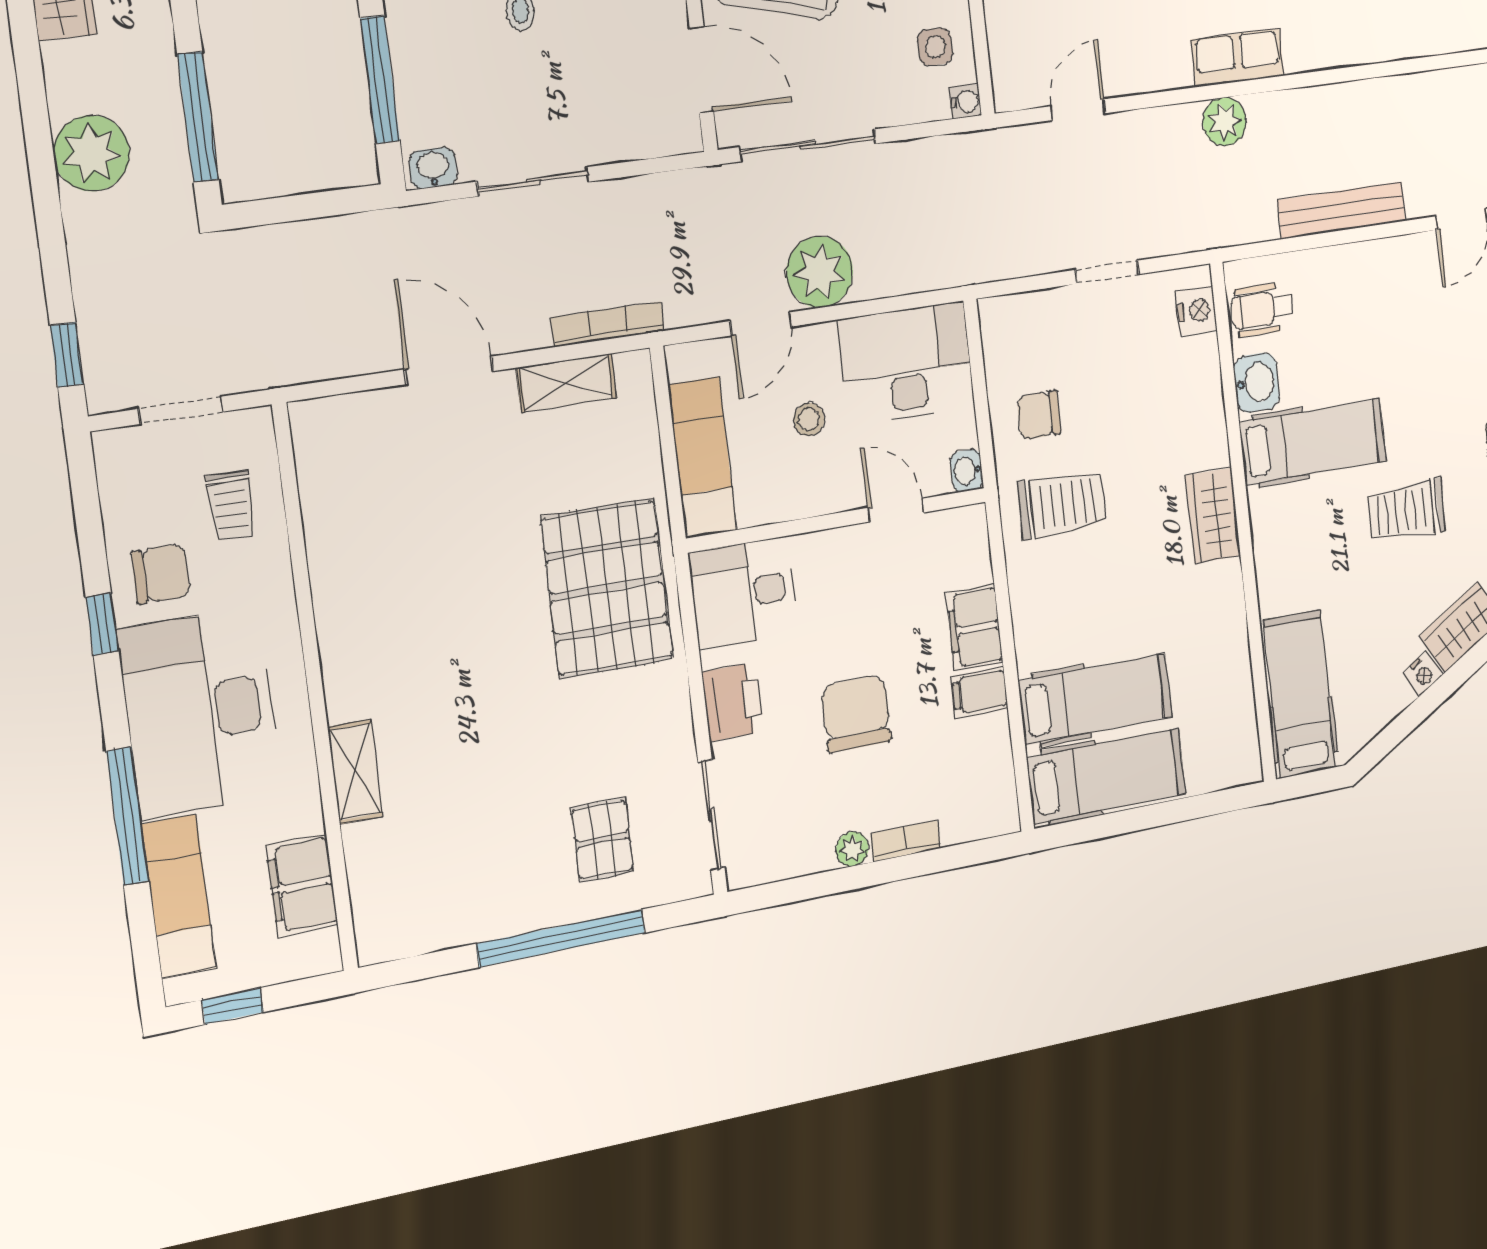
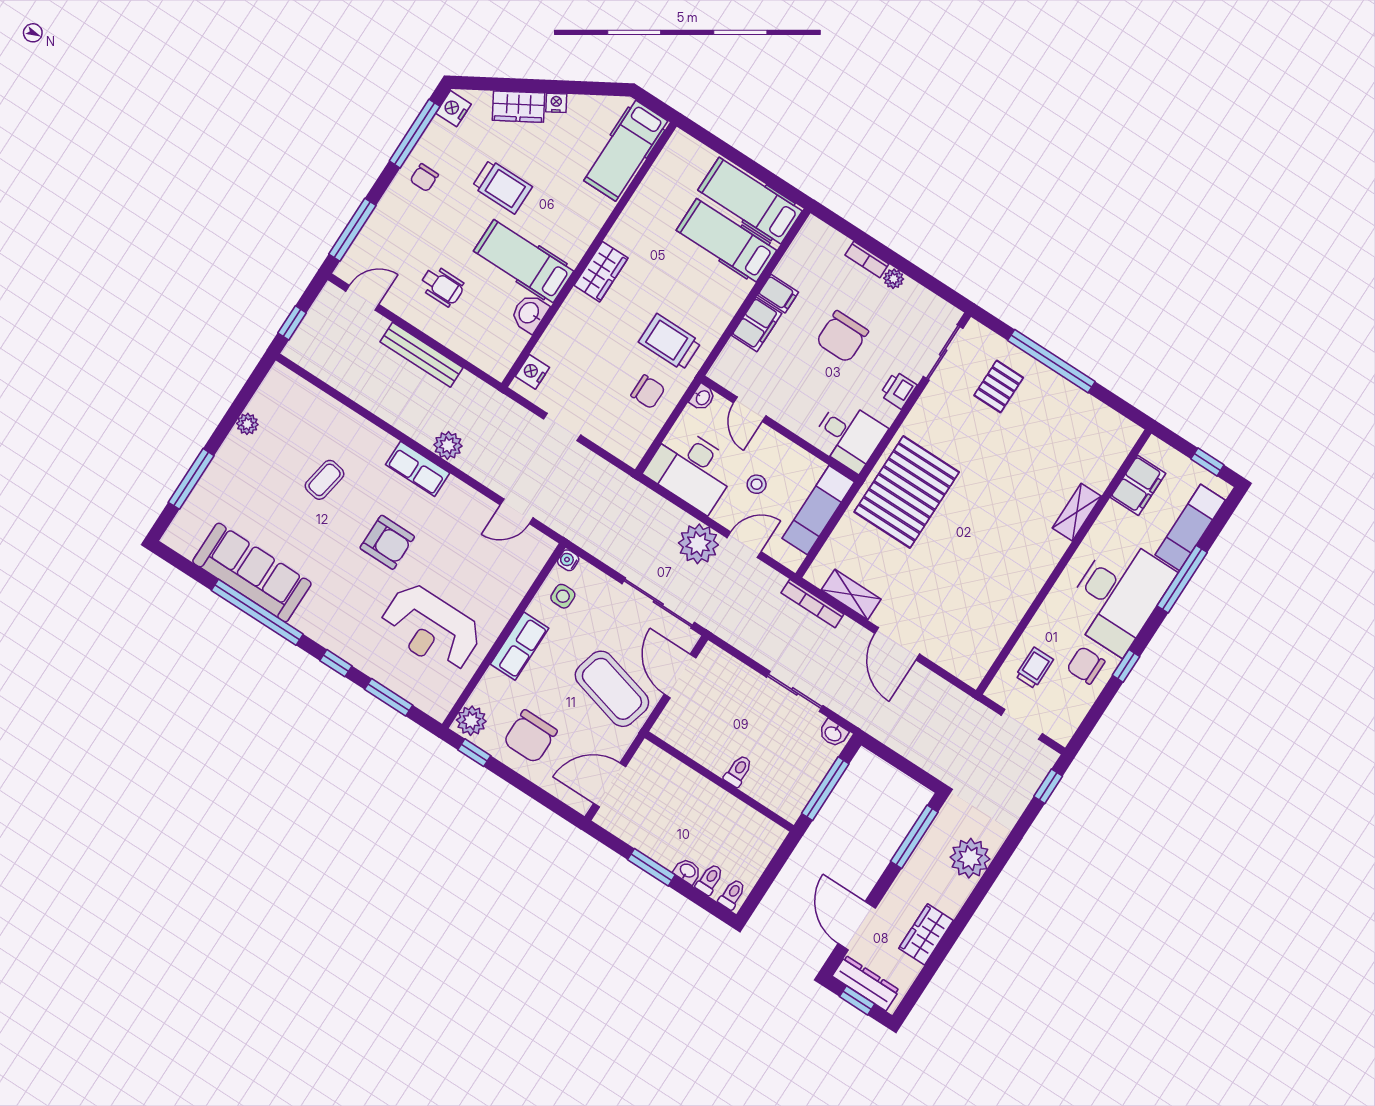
wheelchair: (1262, 309) -> (442, 286), moved
printer: (733, 702) -> (898, 390), width x0.73, depth x0.81

